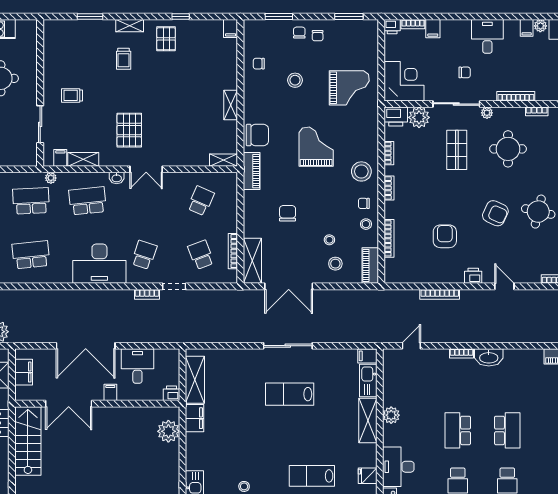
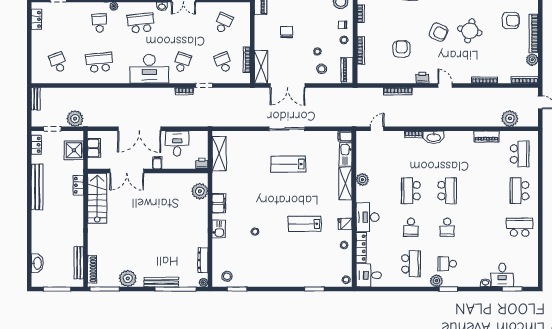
school desk: (31, 201) -> (99, 23), width x0.54
filing cabinet: (195, 418) -> (219, 203), moved

